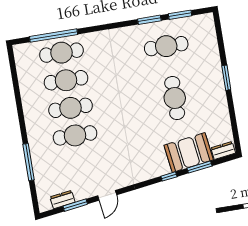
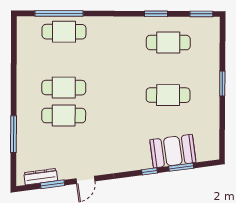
window: (180, 15) -> (201, 14), moved
cafe table: (66, 80) -> (64, 60), removed
cafe table: (175, 98) -> (168, 95), turned 90
dresser: (223, 150) -> (207, 155), removed
dresser: (62, 200) -> (41, 177), width x1.44

